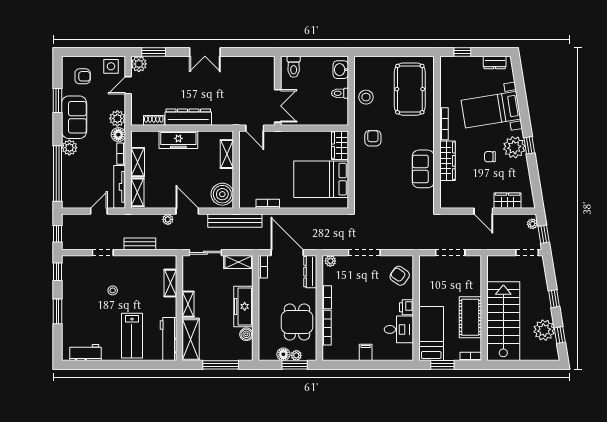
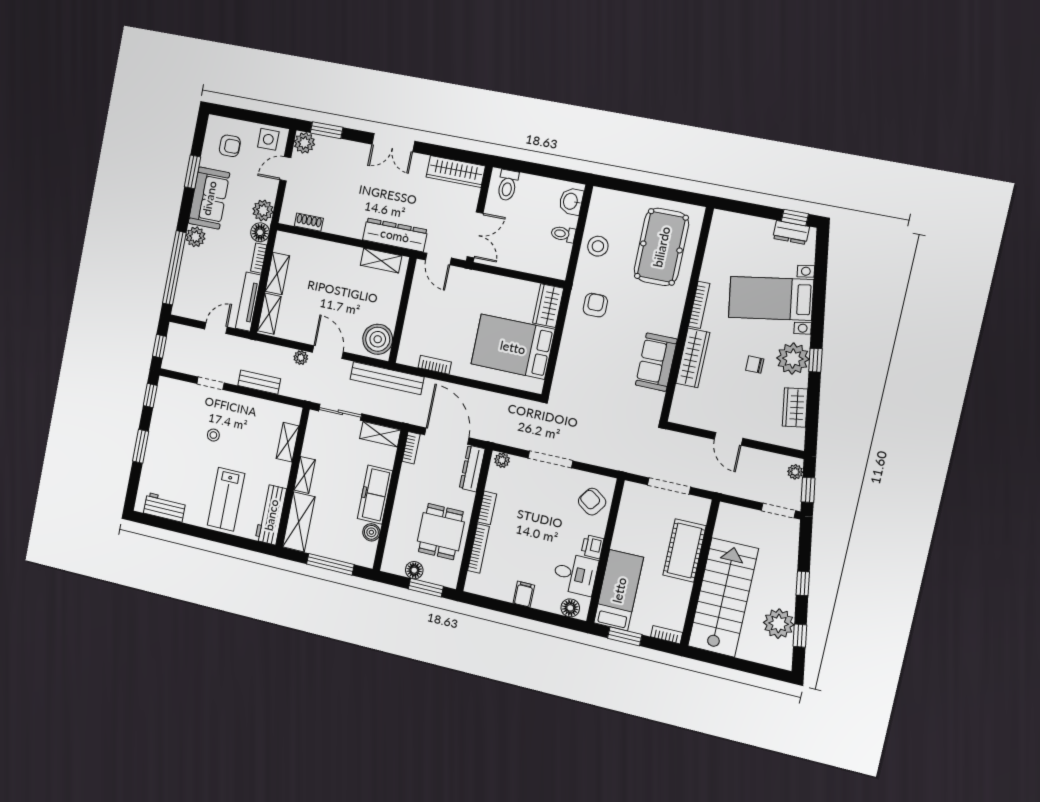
window: (462, 52) -> (795, 218), moved
wardrobe: (254, 64) -> (456, 172), added
dresser: (188, 117) -> (395, 235), moved
freezer: (178, 140) -> (335, 255), removed
shelving: (227, 154) -> (381, 261), moved, turned 90
wardrobe: (508, 201) -> (795, 408), moved, turned -99
cot: (470, 317) -> (684, 551), moved
floor lamp: (400, 354) -> (570, 608), added
plant: (296, 355) -> (431, 576), removed

